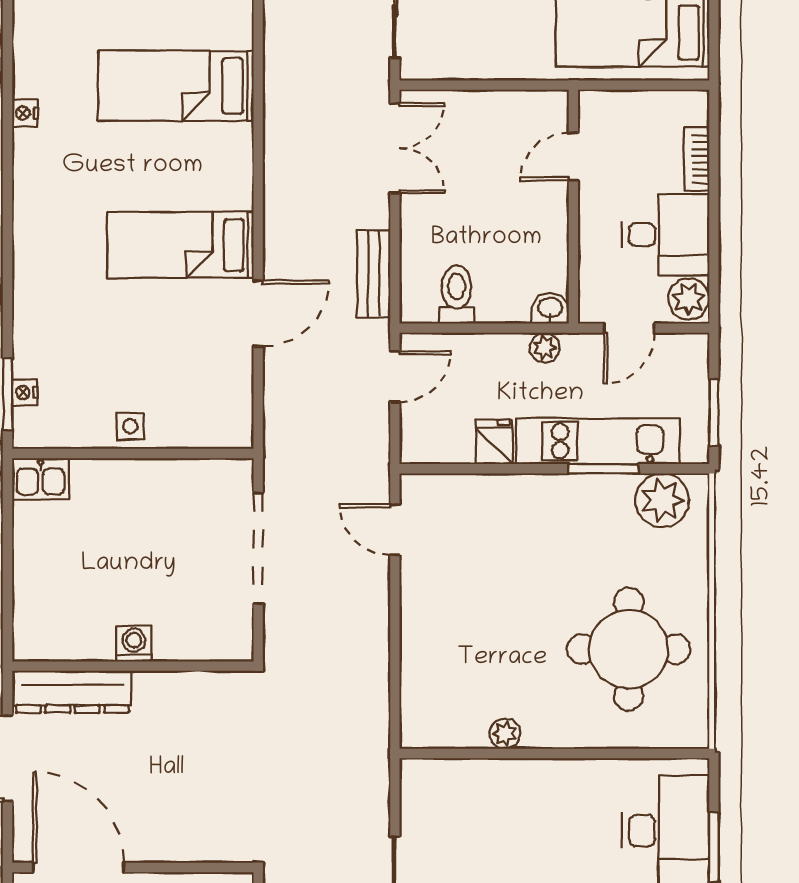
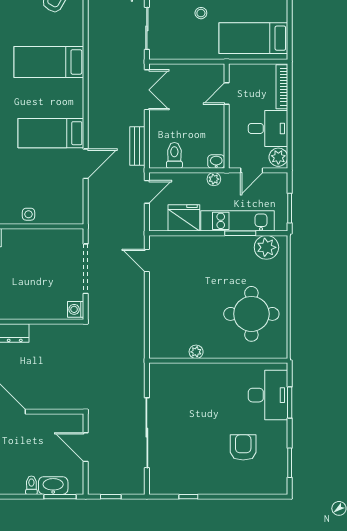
bookcase: (697, 159) -> (282, 87), width x1.56
fridge: (494, 442) -> (184, 218), width x1.88, depth x1.34
washing machine: (134, 644) -> (76, 309), moved, turned -90

